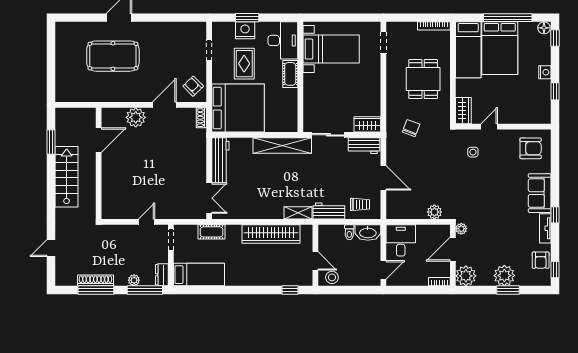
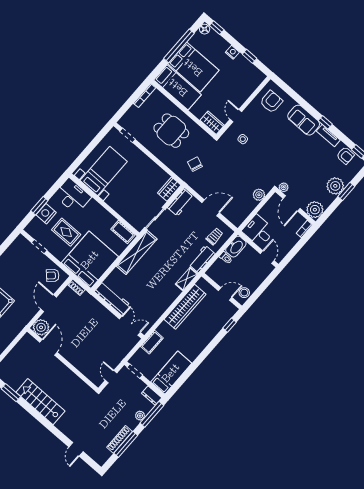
cot: (290, 74) -> (123, 232), moved
door: (99, 140) -> (48, 347), moved
wall: (99, 163) -> (63, 360), moved

